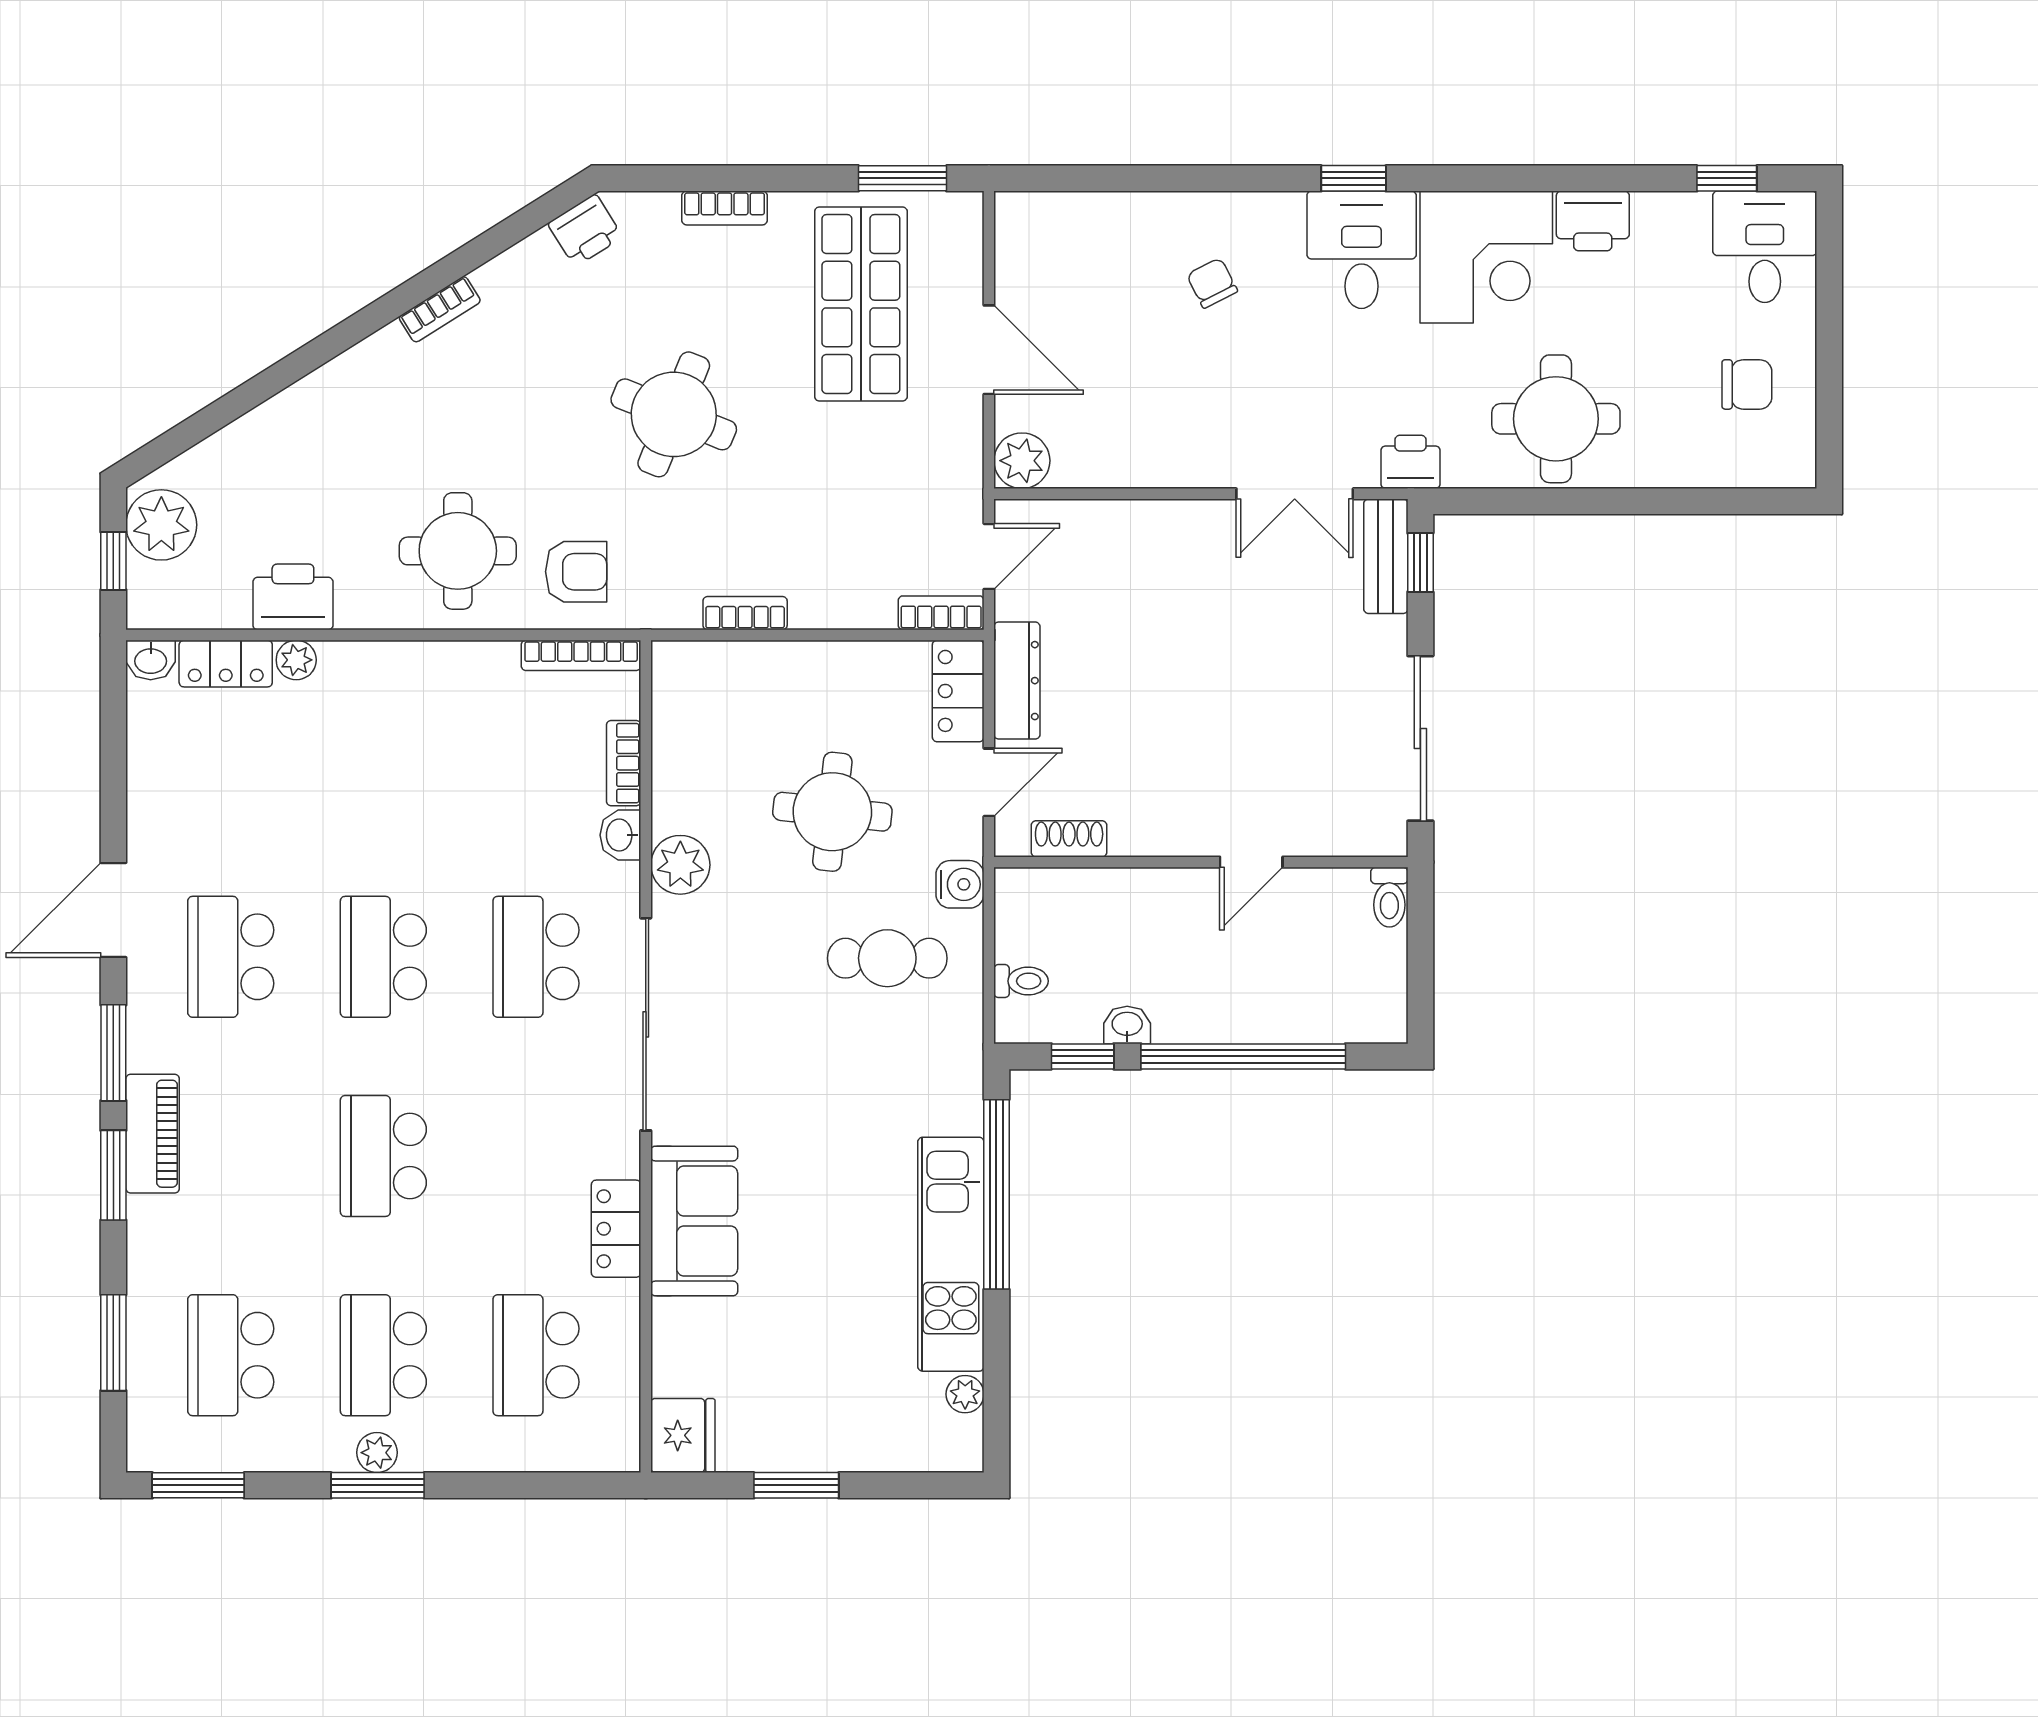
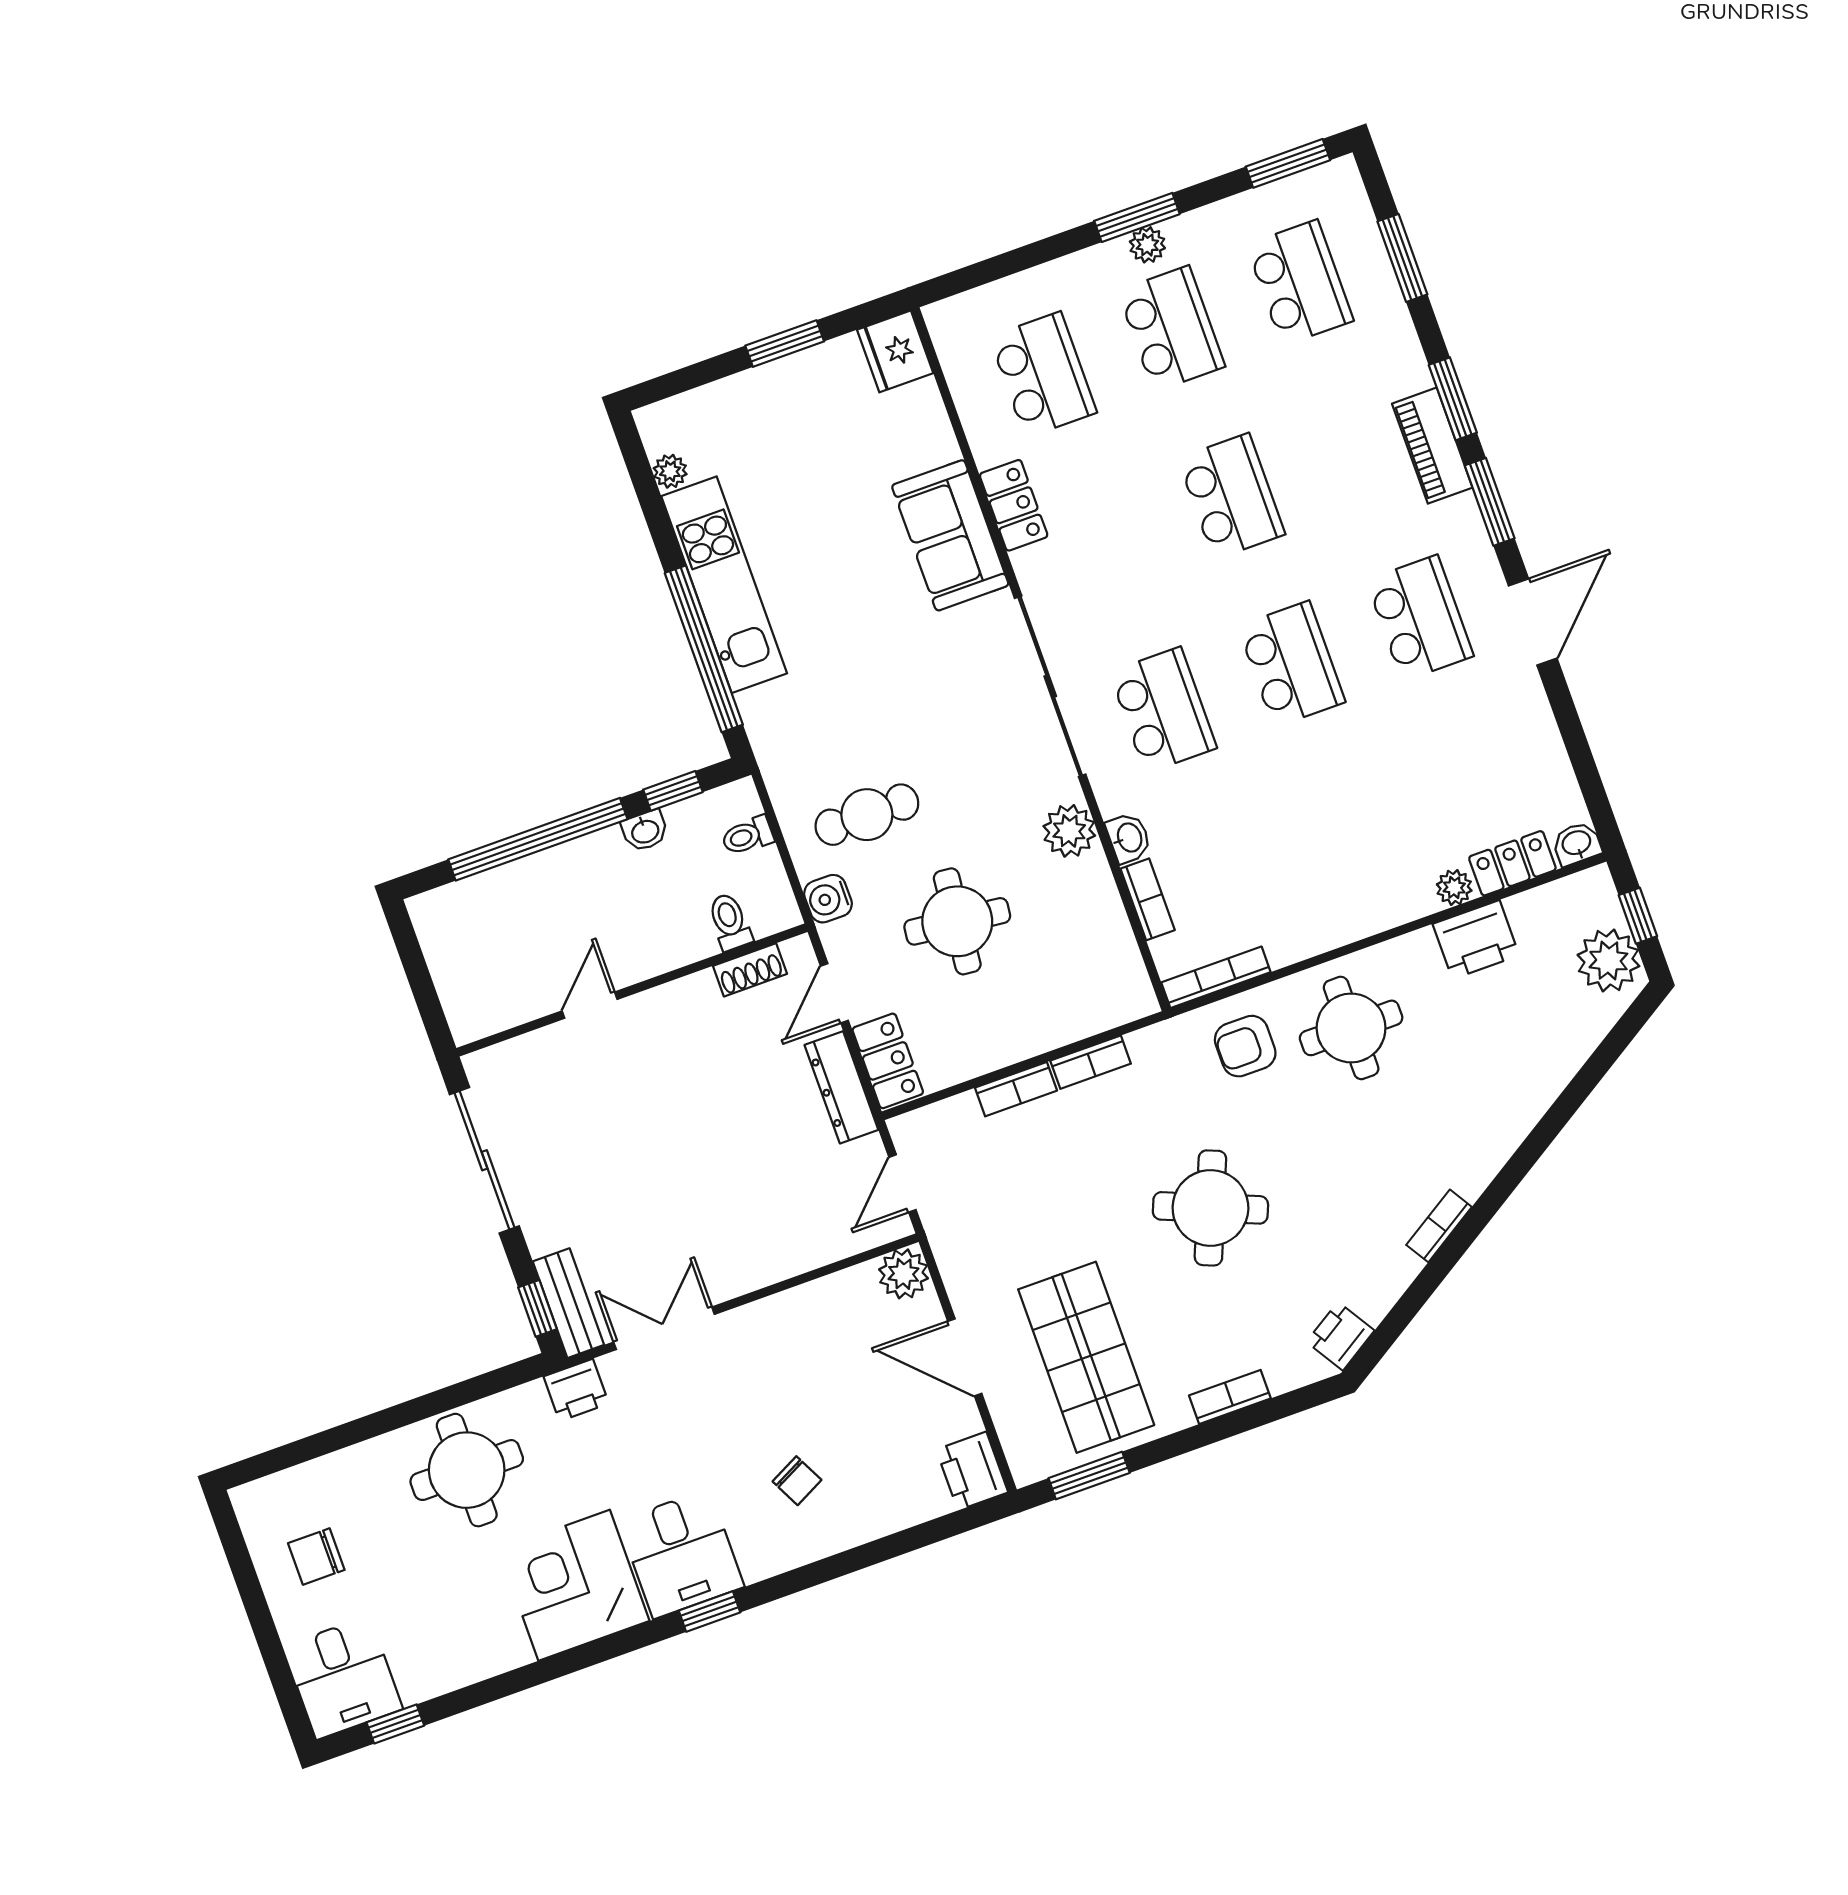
printer: (1593, 221) -> (972, 1471), moved, turned -90
bookcase: (941, 613) -> (1016, 1089), moved
toilet: (1389, 897) -> (730, 922), moved

